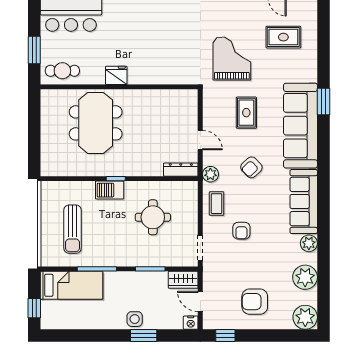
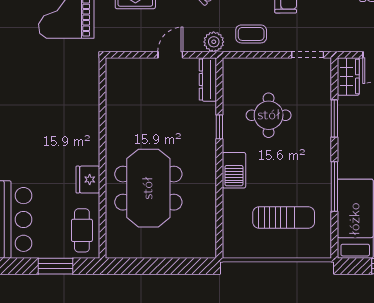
fridge: (116, 75) -> (88, 180), moved
meeting table: (96, 123) -> (148, 188), turned 90
window: (116, 179) -> (219, 127), moved

